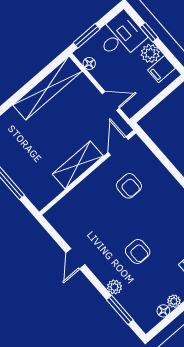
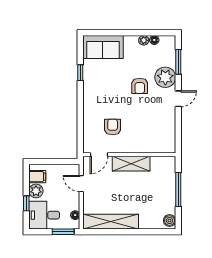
armchair: (138, 251) -> (140, 86), turned 180
door: (75, 259) -> (178, 99), moved
plant: (114, 287) -> (165, 77), width x1.87, depth x1.87

